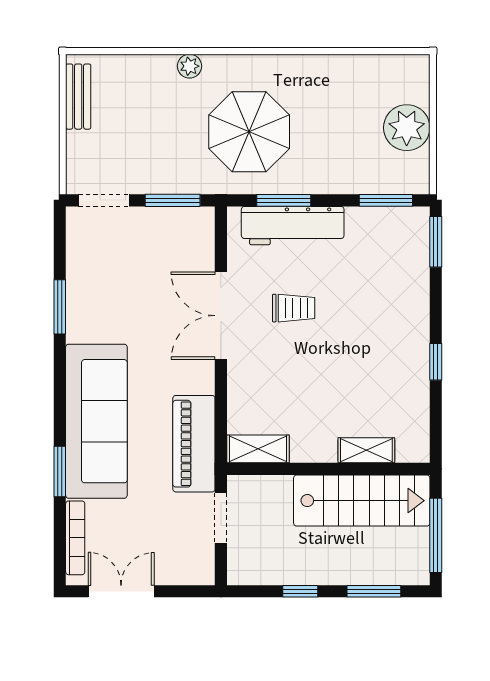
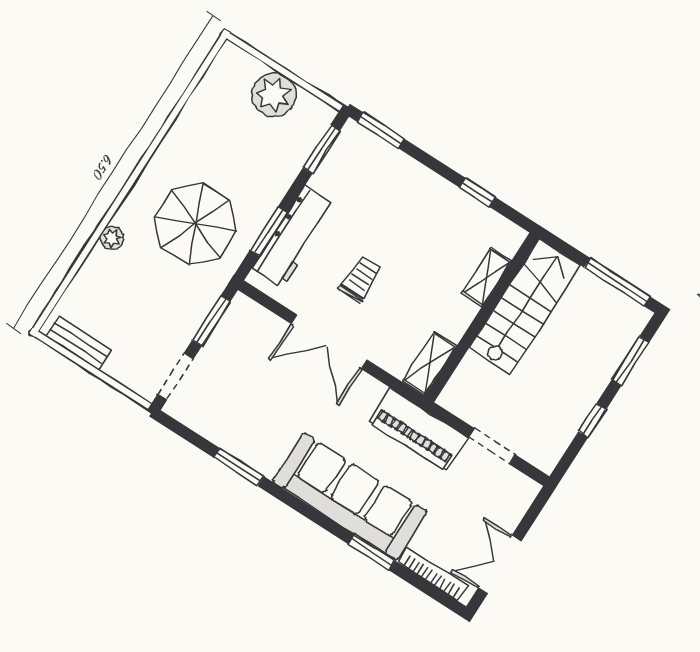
shelving: (258, 449) -> (429, 364), moved
shelving: (366, 450) -> (486, 277), moved
wall: (328, 469) -> (482, 317), moved
stairs: (362, 501) -> (525, 307), moved

